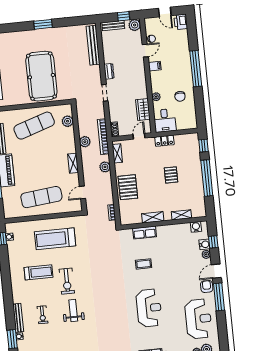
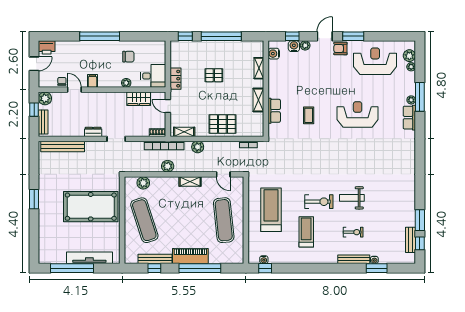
treadmill: (55, 239) -> (271, 210), turned 180
door: (216, 271) -> (325, 36), swing flipped
window: (219, 297) -> (353, 36), width x0.69

